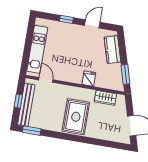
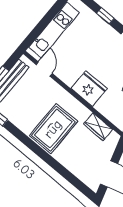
fridge: (89, 79) -> (89, 89), width x1.88, depth x1.34

